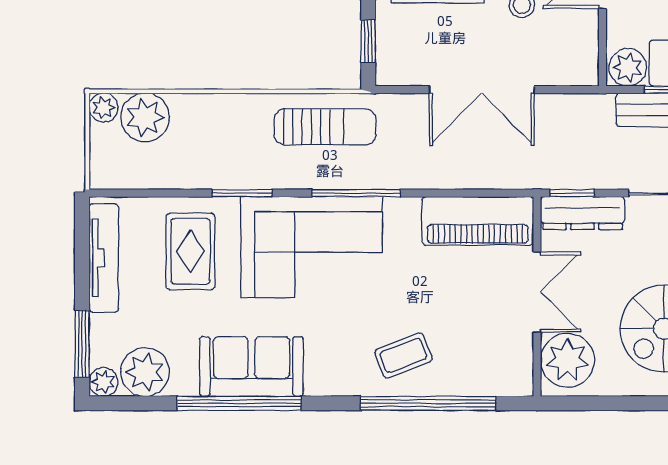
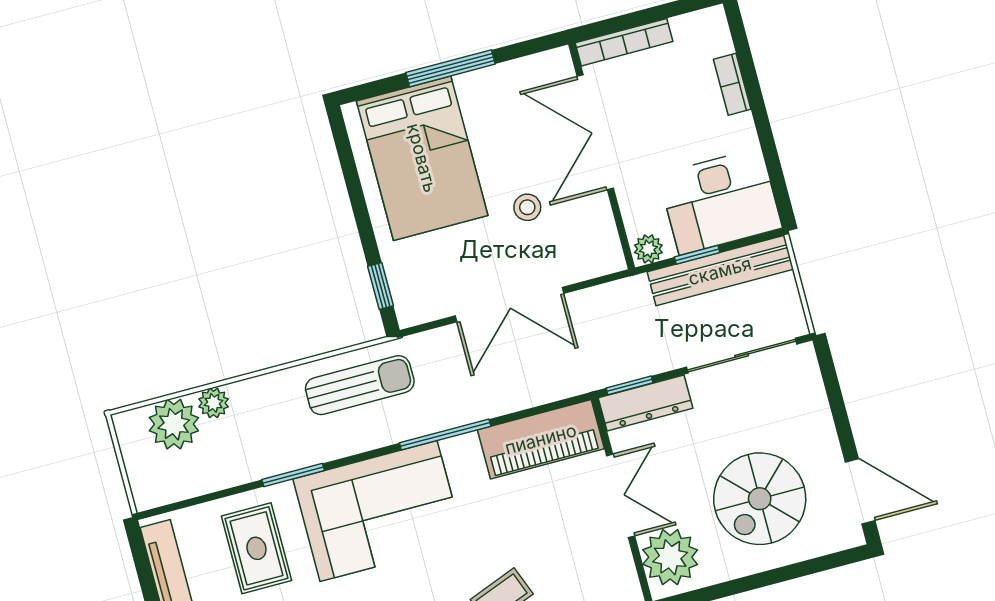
plant: (628, 67) -> (648, 249), width x0.73, depth x0.73
plant: (104, 108) -> (214, 403), moved
window: (356, 193) -> (445, 435), moved

